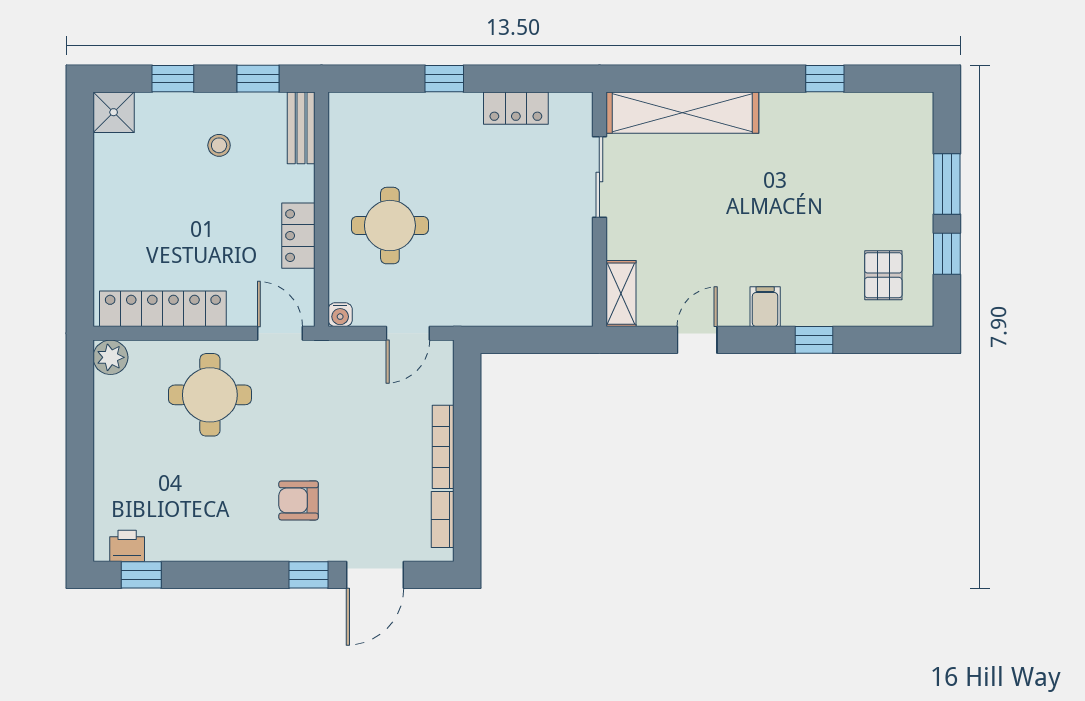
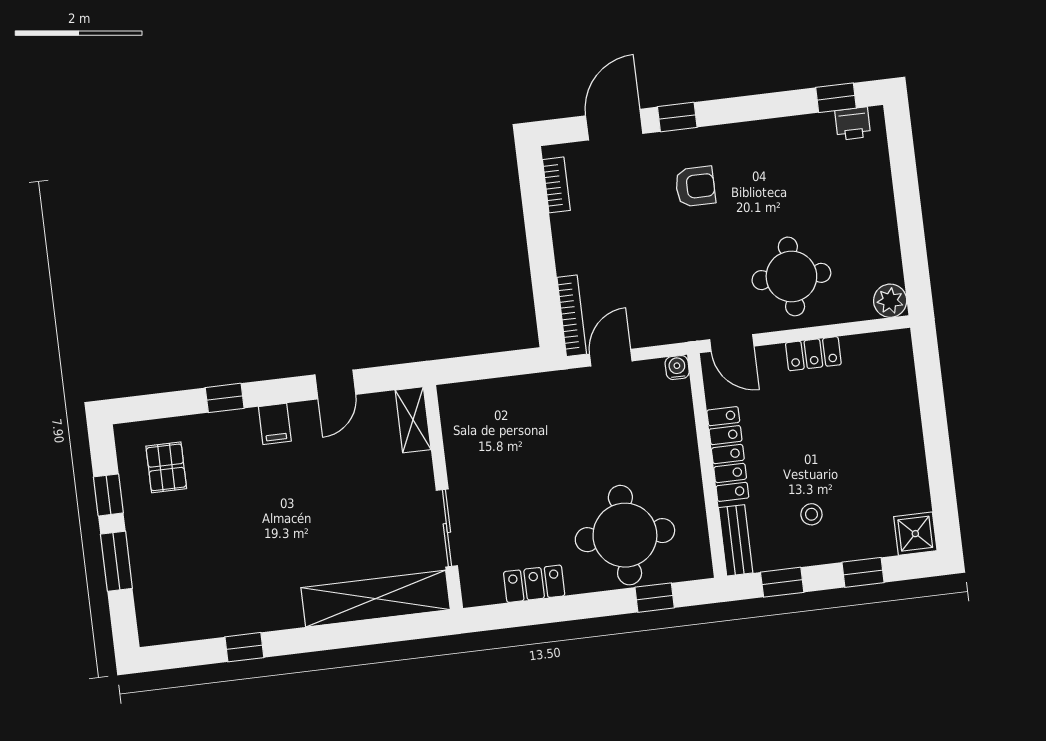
window: (444, 79) -> (655, 598), moved
round table: (390, 226) -> (625, 535), moved, width x1.36, depth x1.36
locker: (298, 236) -> (728, 454), width x1.53
locker: (163, 309) -> (813, 354), width x0.46, depth x0.83
bookcase: (443, 447) -> (572, 316), moved

